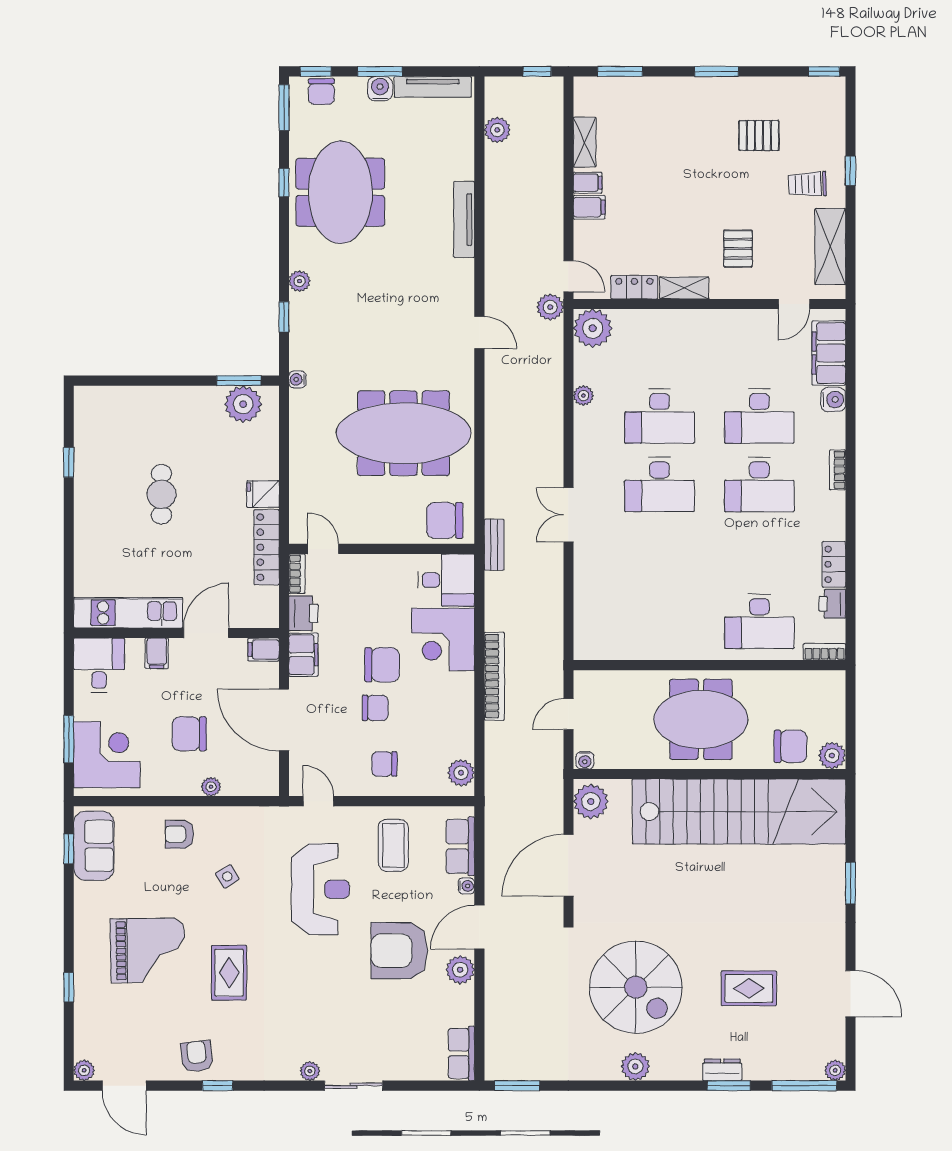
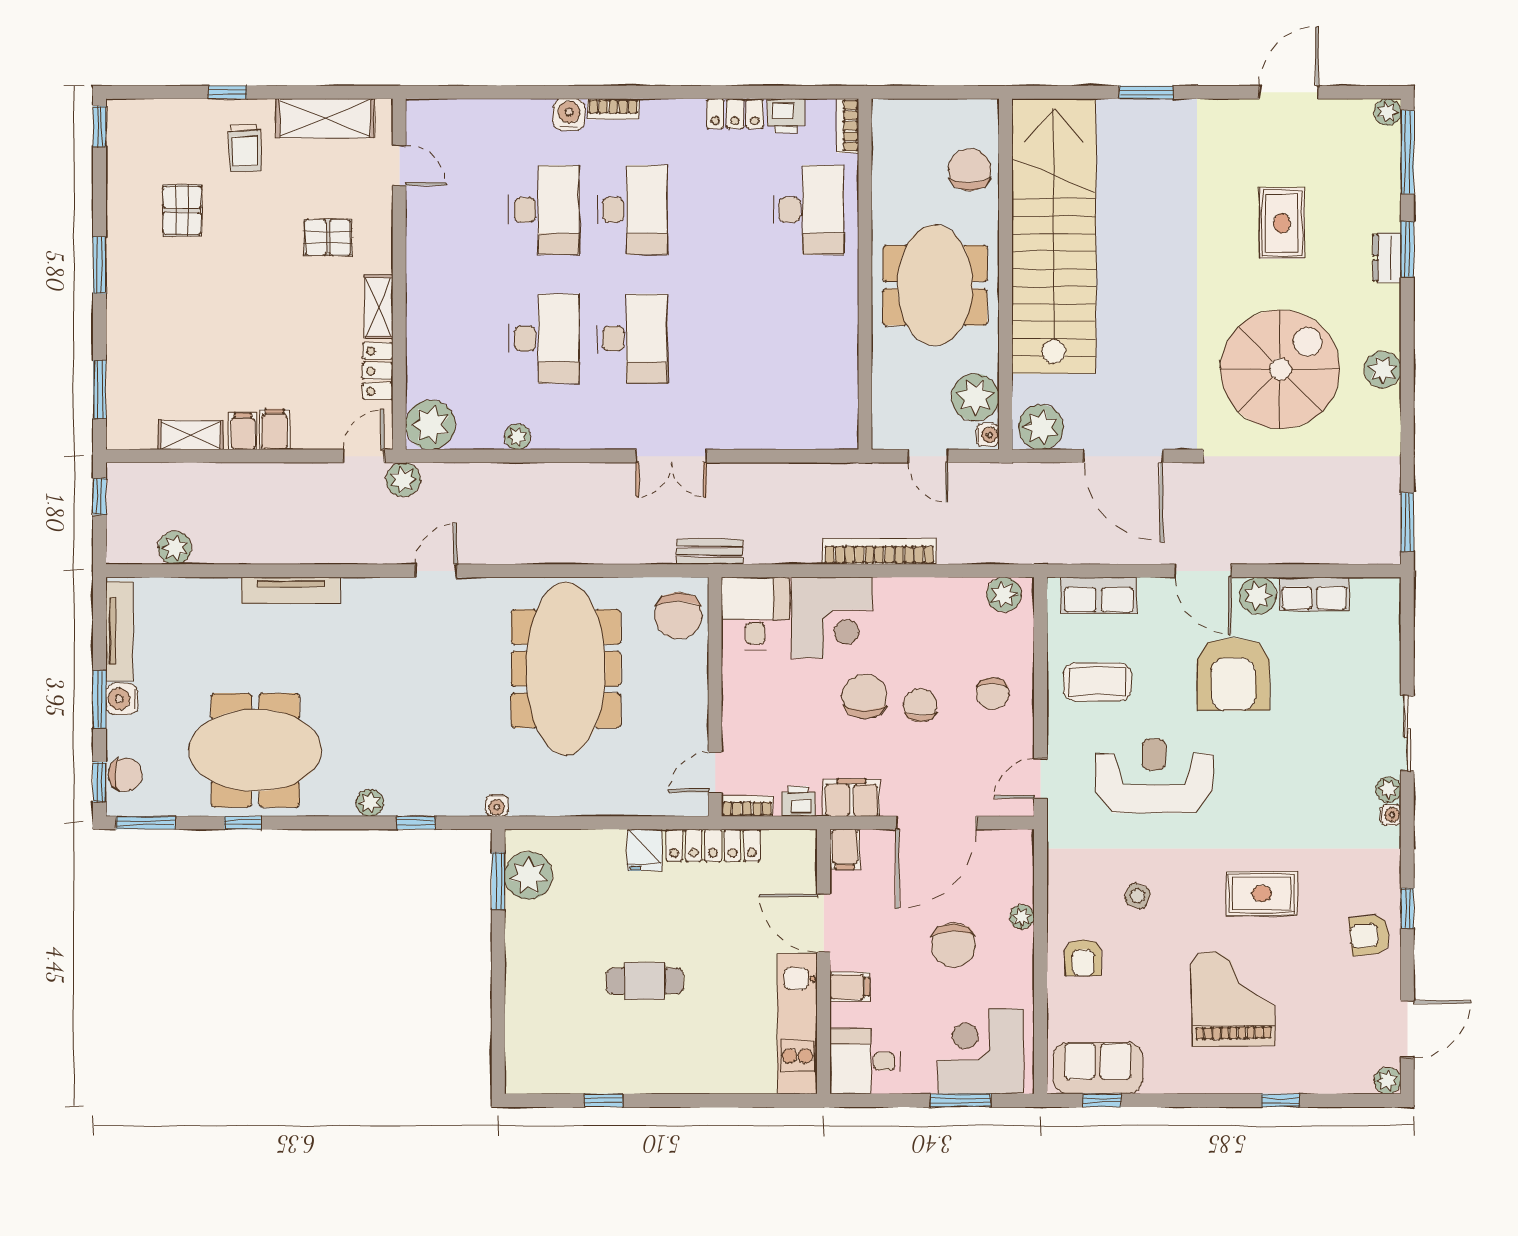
filing cabinet: (829, 353) -> (463, 120), removed
water cooler: (833, 399) -> (569, 115), moved
printer: (303, 613) -> (798, 801), width x0.73, depth x0.81
plant: (832, 756) -> (975, 397), moved, width x1.36, depth x1.36
side table: (227, 876) -> (1138, 896), turned -38
water cooler: (466, 886) -> (1390, 815), moved, turned 90
row of seats: (461, 1053) -> (1314, 594), moved

